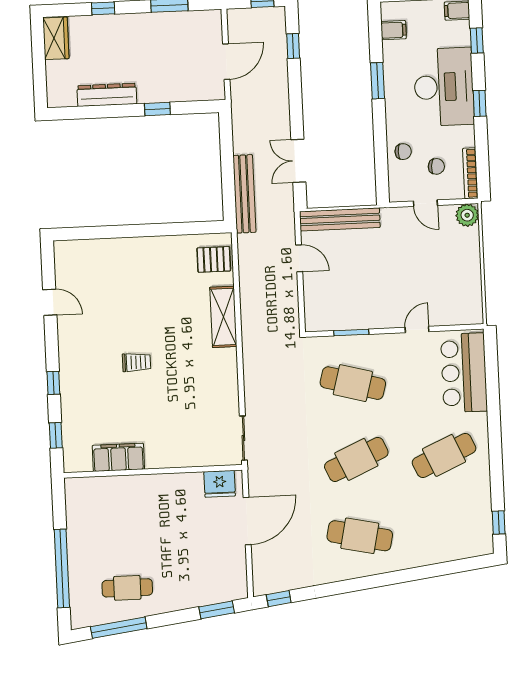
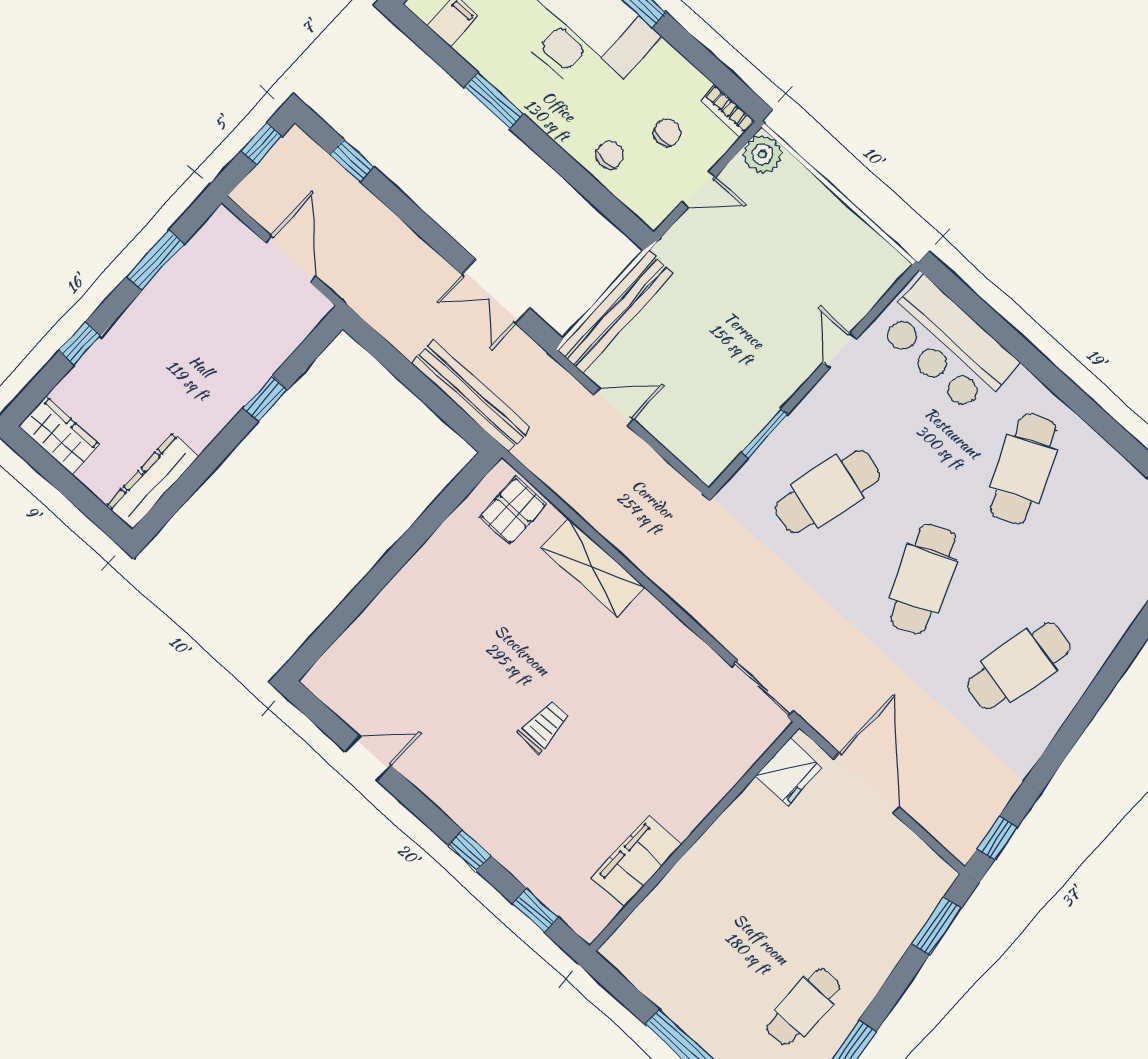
dresser: (107, 95) -> (153, 481), moved
bookcase: (470, 173) -> (728, 111), width x0.64

